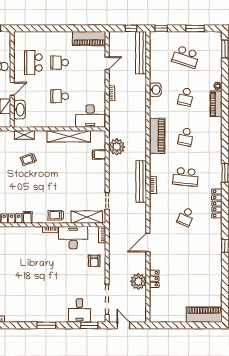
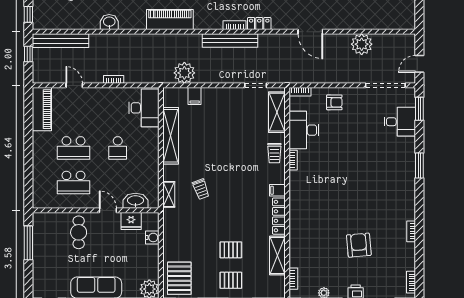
school desk: (60, 63) -> (73, 148), width x1.85
locker: (154, 279) -> (259, 24), moved

